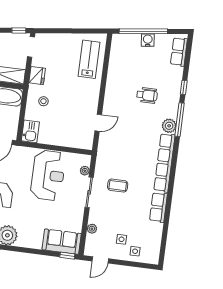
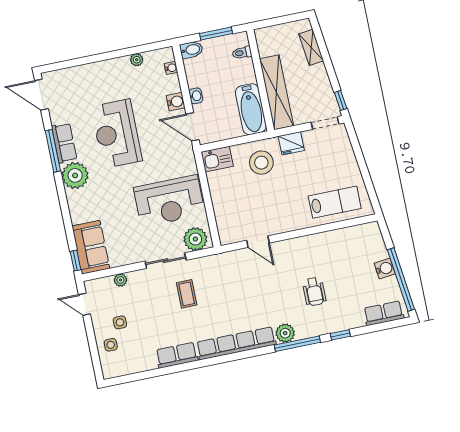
window: (143, 31) -> (401, 280), moved
stool: (43, 101) -> (261, 163), width x1.89, depth x1.89
plant: (85, 171) -> (195, 239), width x1.88, depth x1.88

